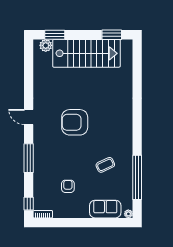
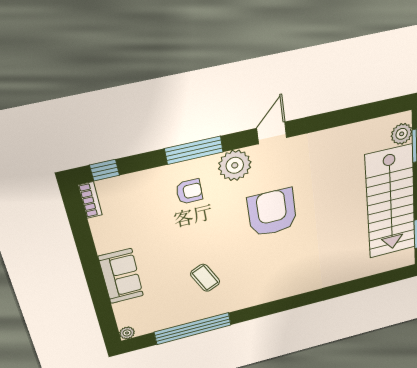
plant: (42, 139) -> (235, 165), added
armchair: (68, 186) -> (189, 191), moved
sofa: (105, 209) -> (121, 276), moved

